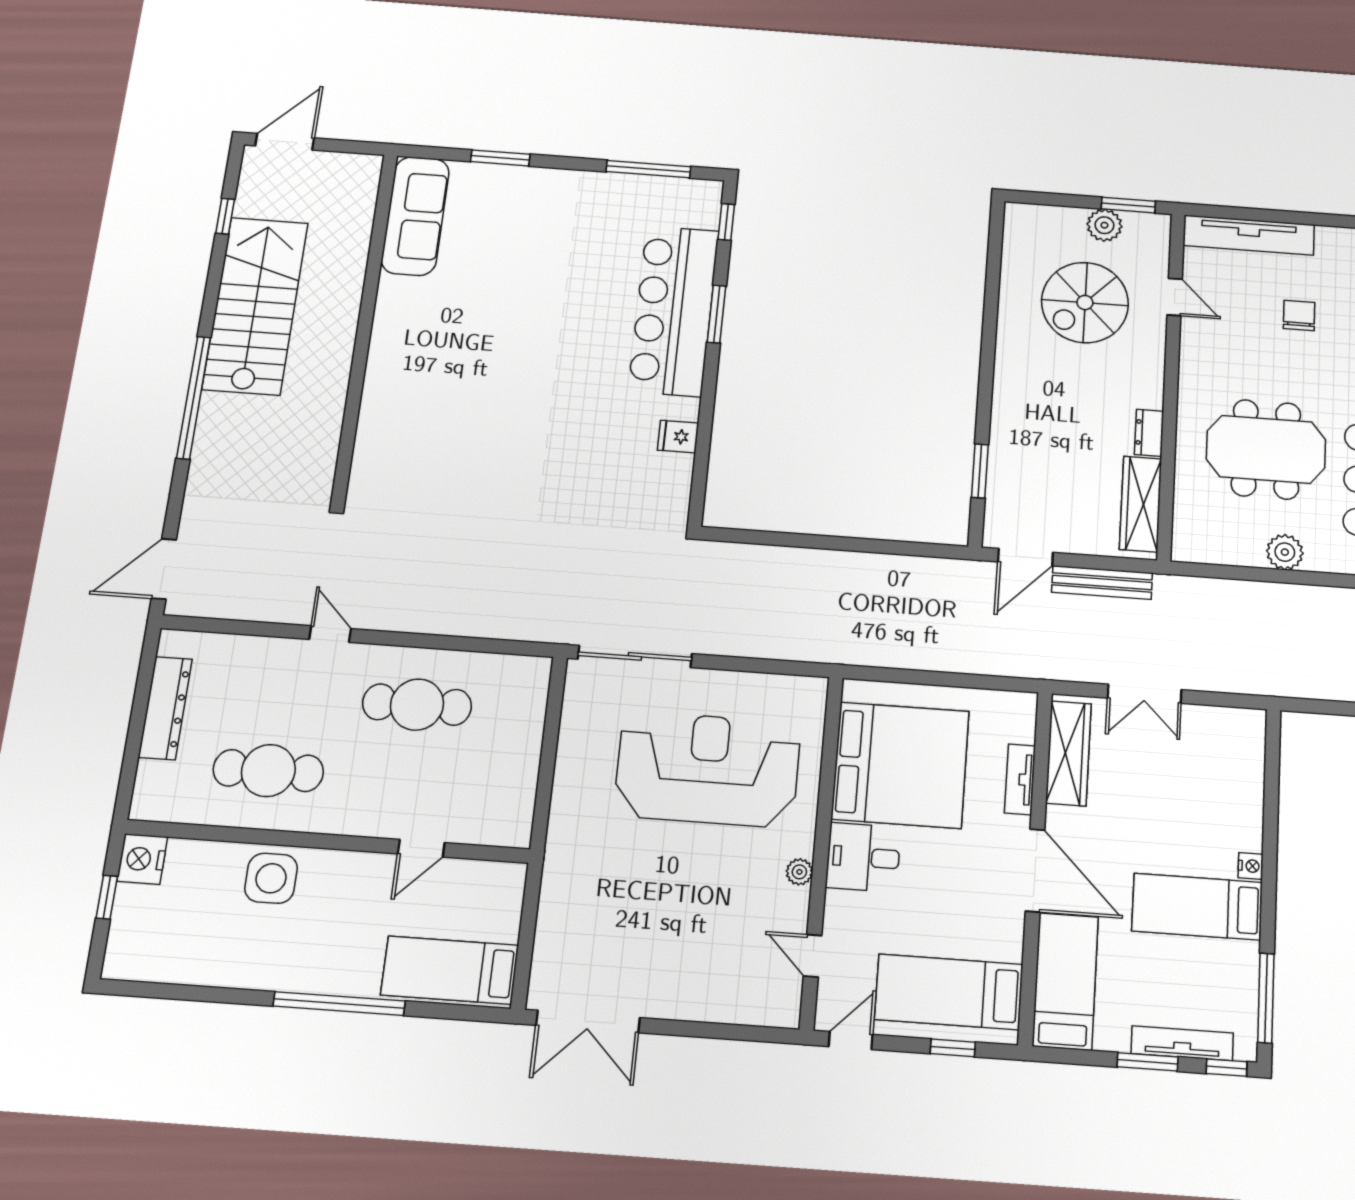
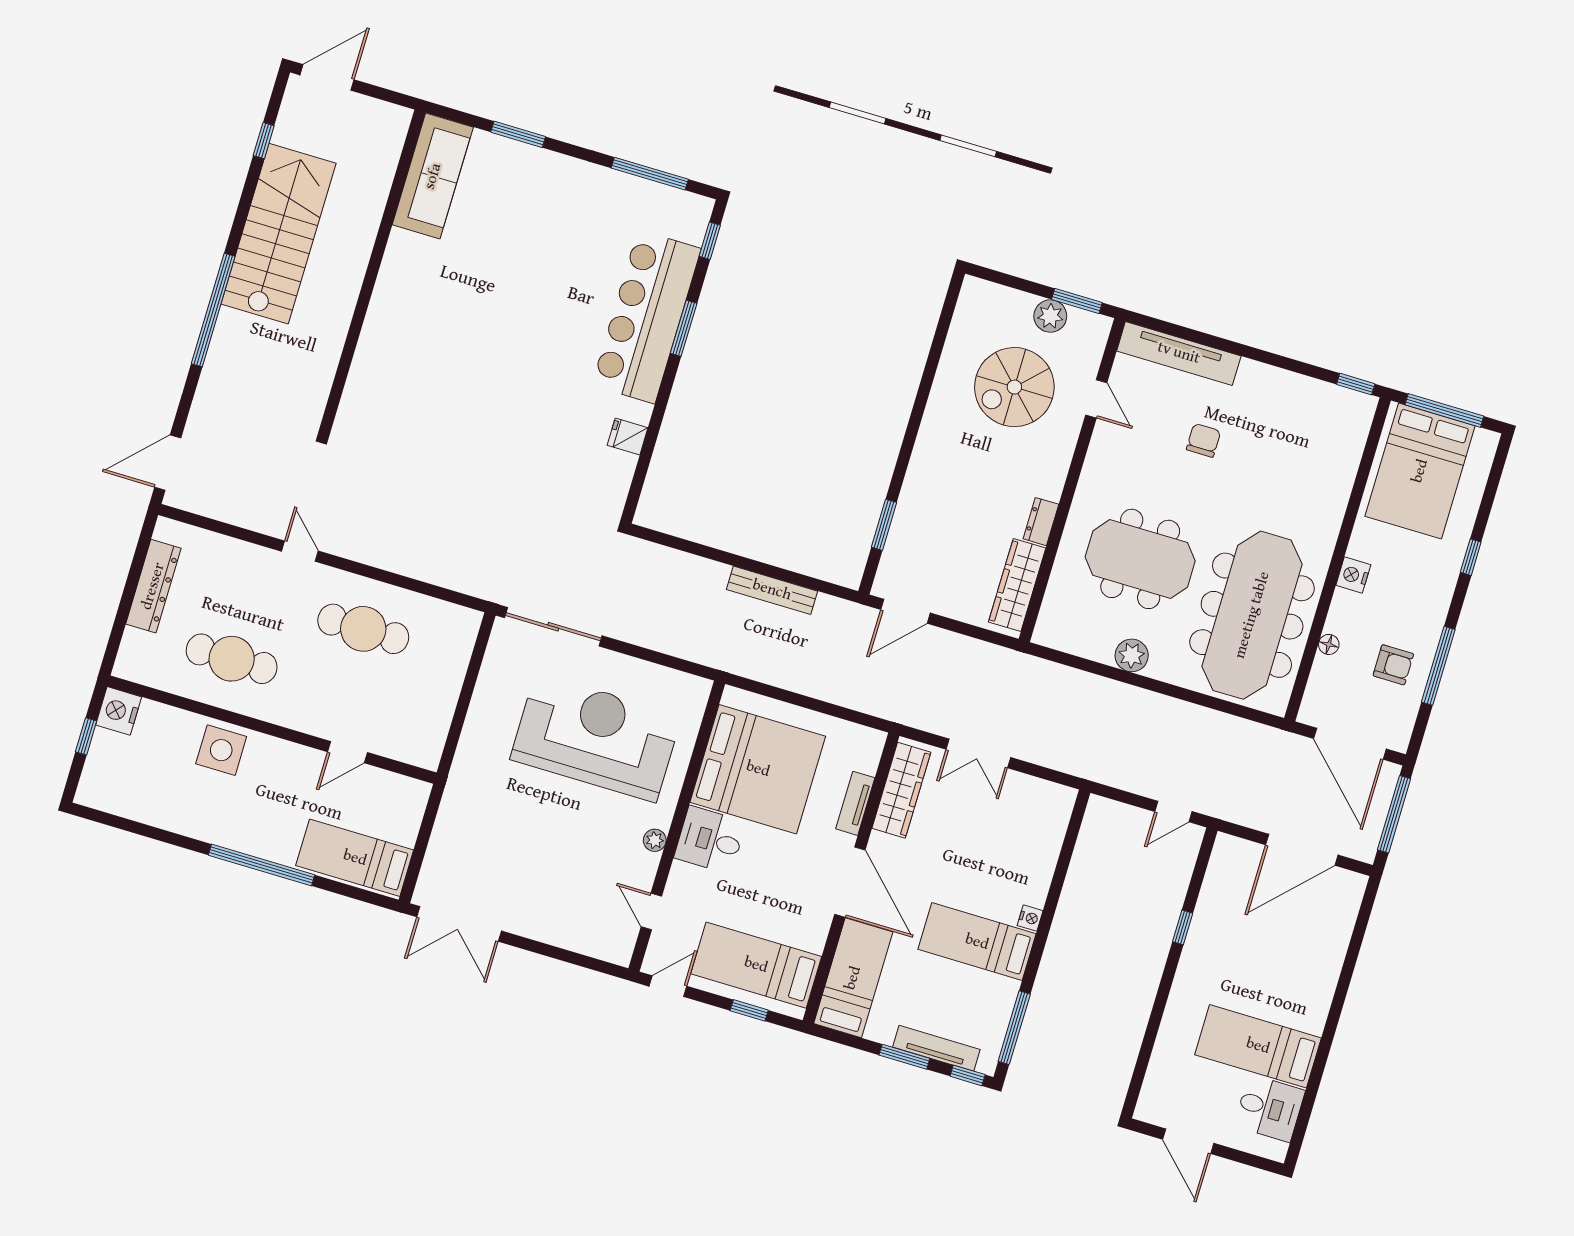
bench: (1102, 582) -> (772, 590), moved

